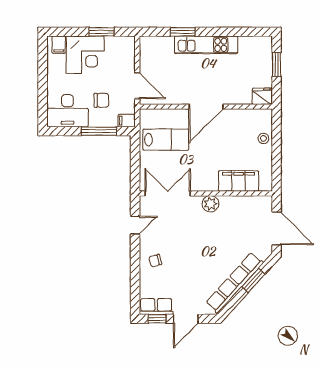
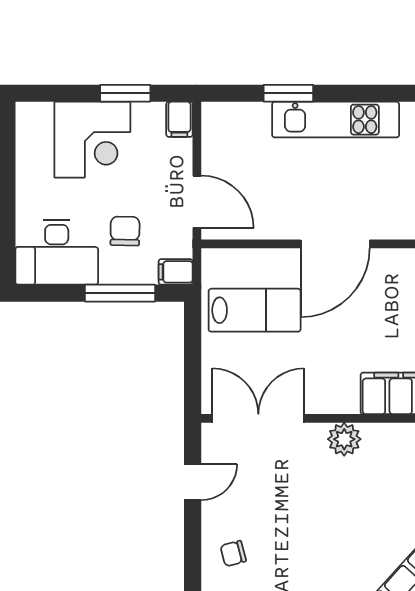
filing cabinet: (59, 45) -> (179, 119), moved
chair: (101, 100) -> (125, 231), turned -89

